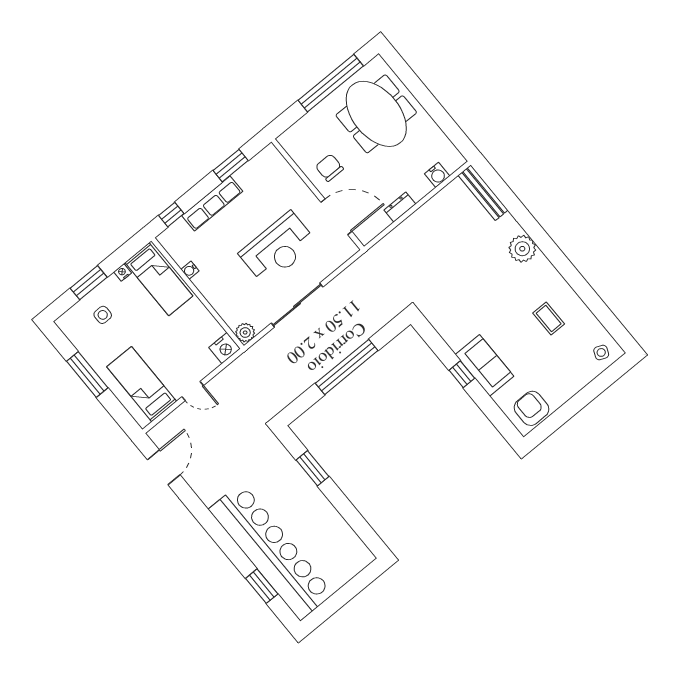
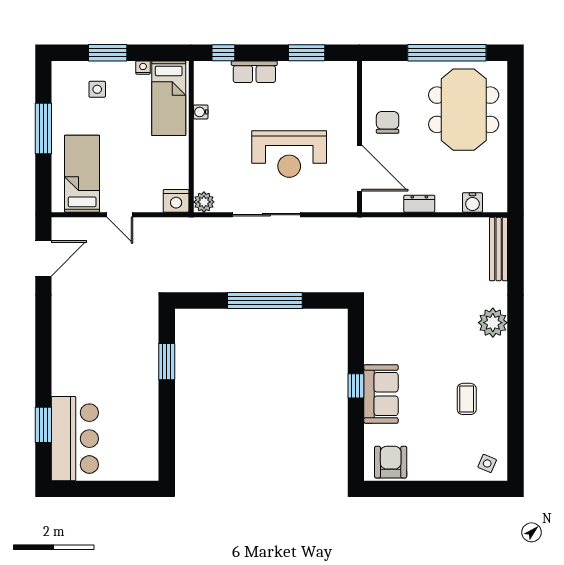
row of seats: (212, 203) -> (254, 72), width x0.68
bar counter: (271, 551) -> (75, 439), width x0.54

